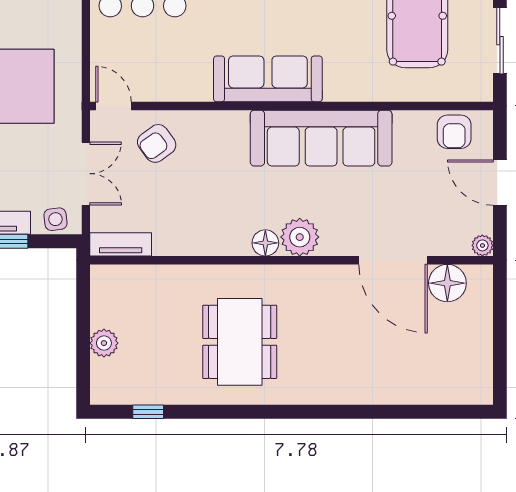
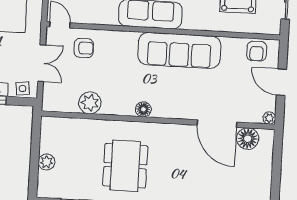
armchair: (157, 143) -> (84, 48), turned -144
plant: (300, 237) -> (90, 103), moved
tv unit: (121, 244) -> (59, 105), removed

